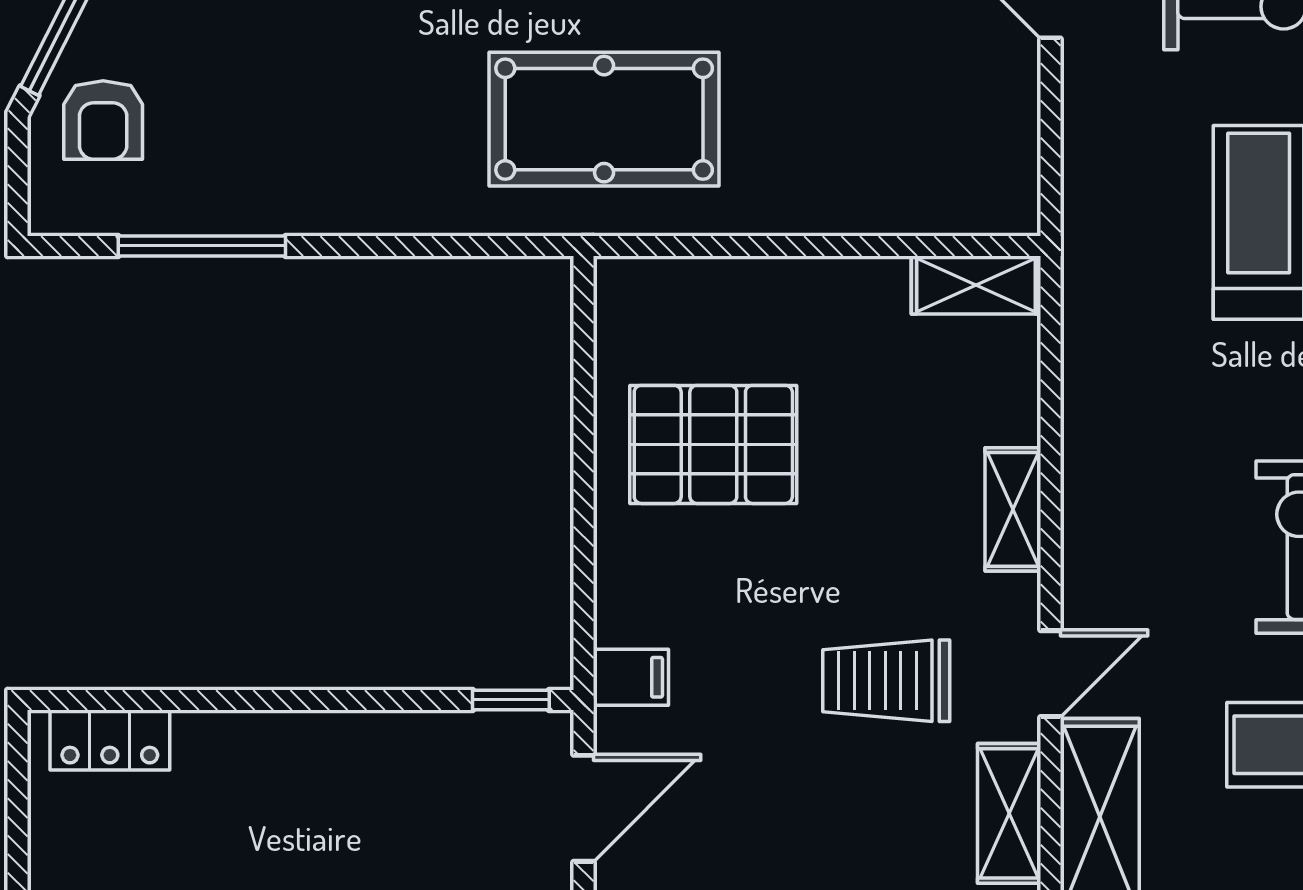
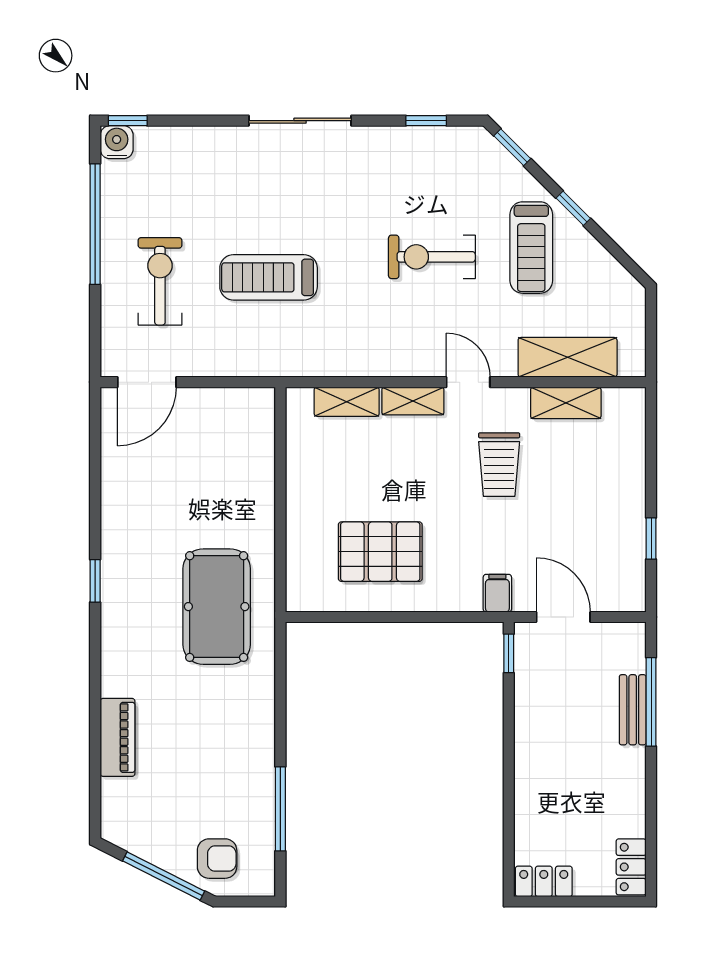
shelving: (976, 285) -> (347, 402), moved, turned 90
pallet: (713, 444) -> (380, 552), turned 90
door: (1050, 674) -> (468, 382), moved
locker: (110, 740) -> (544, 881), moved, turned -90

